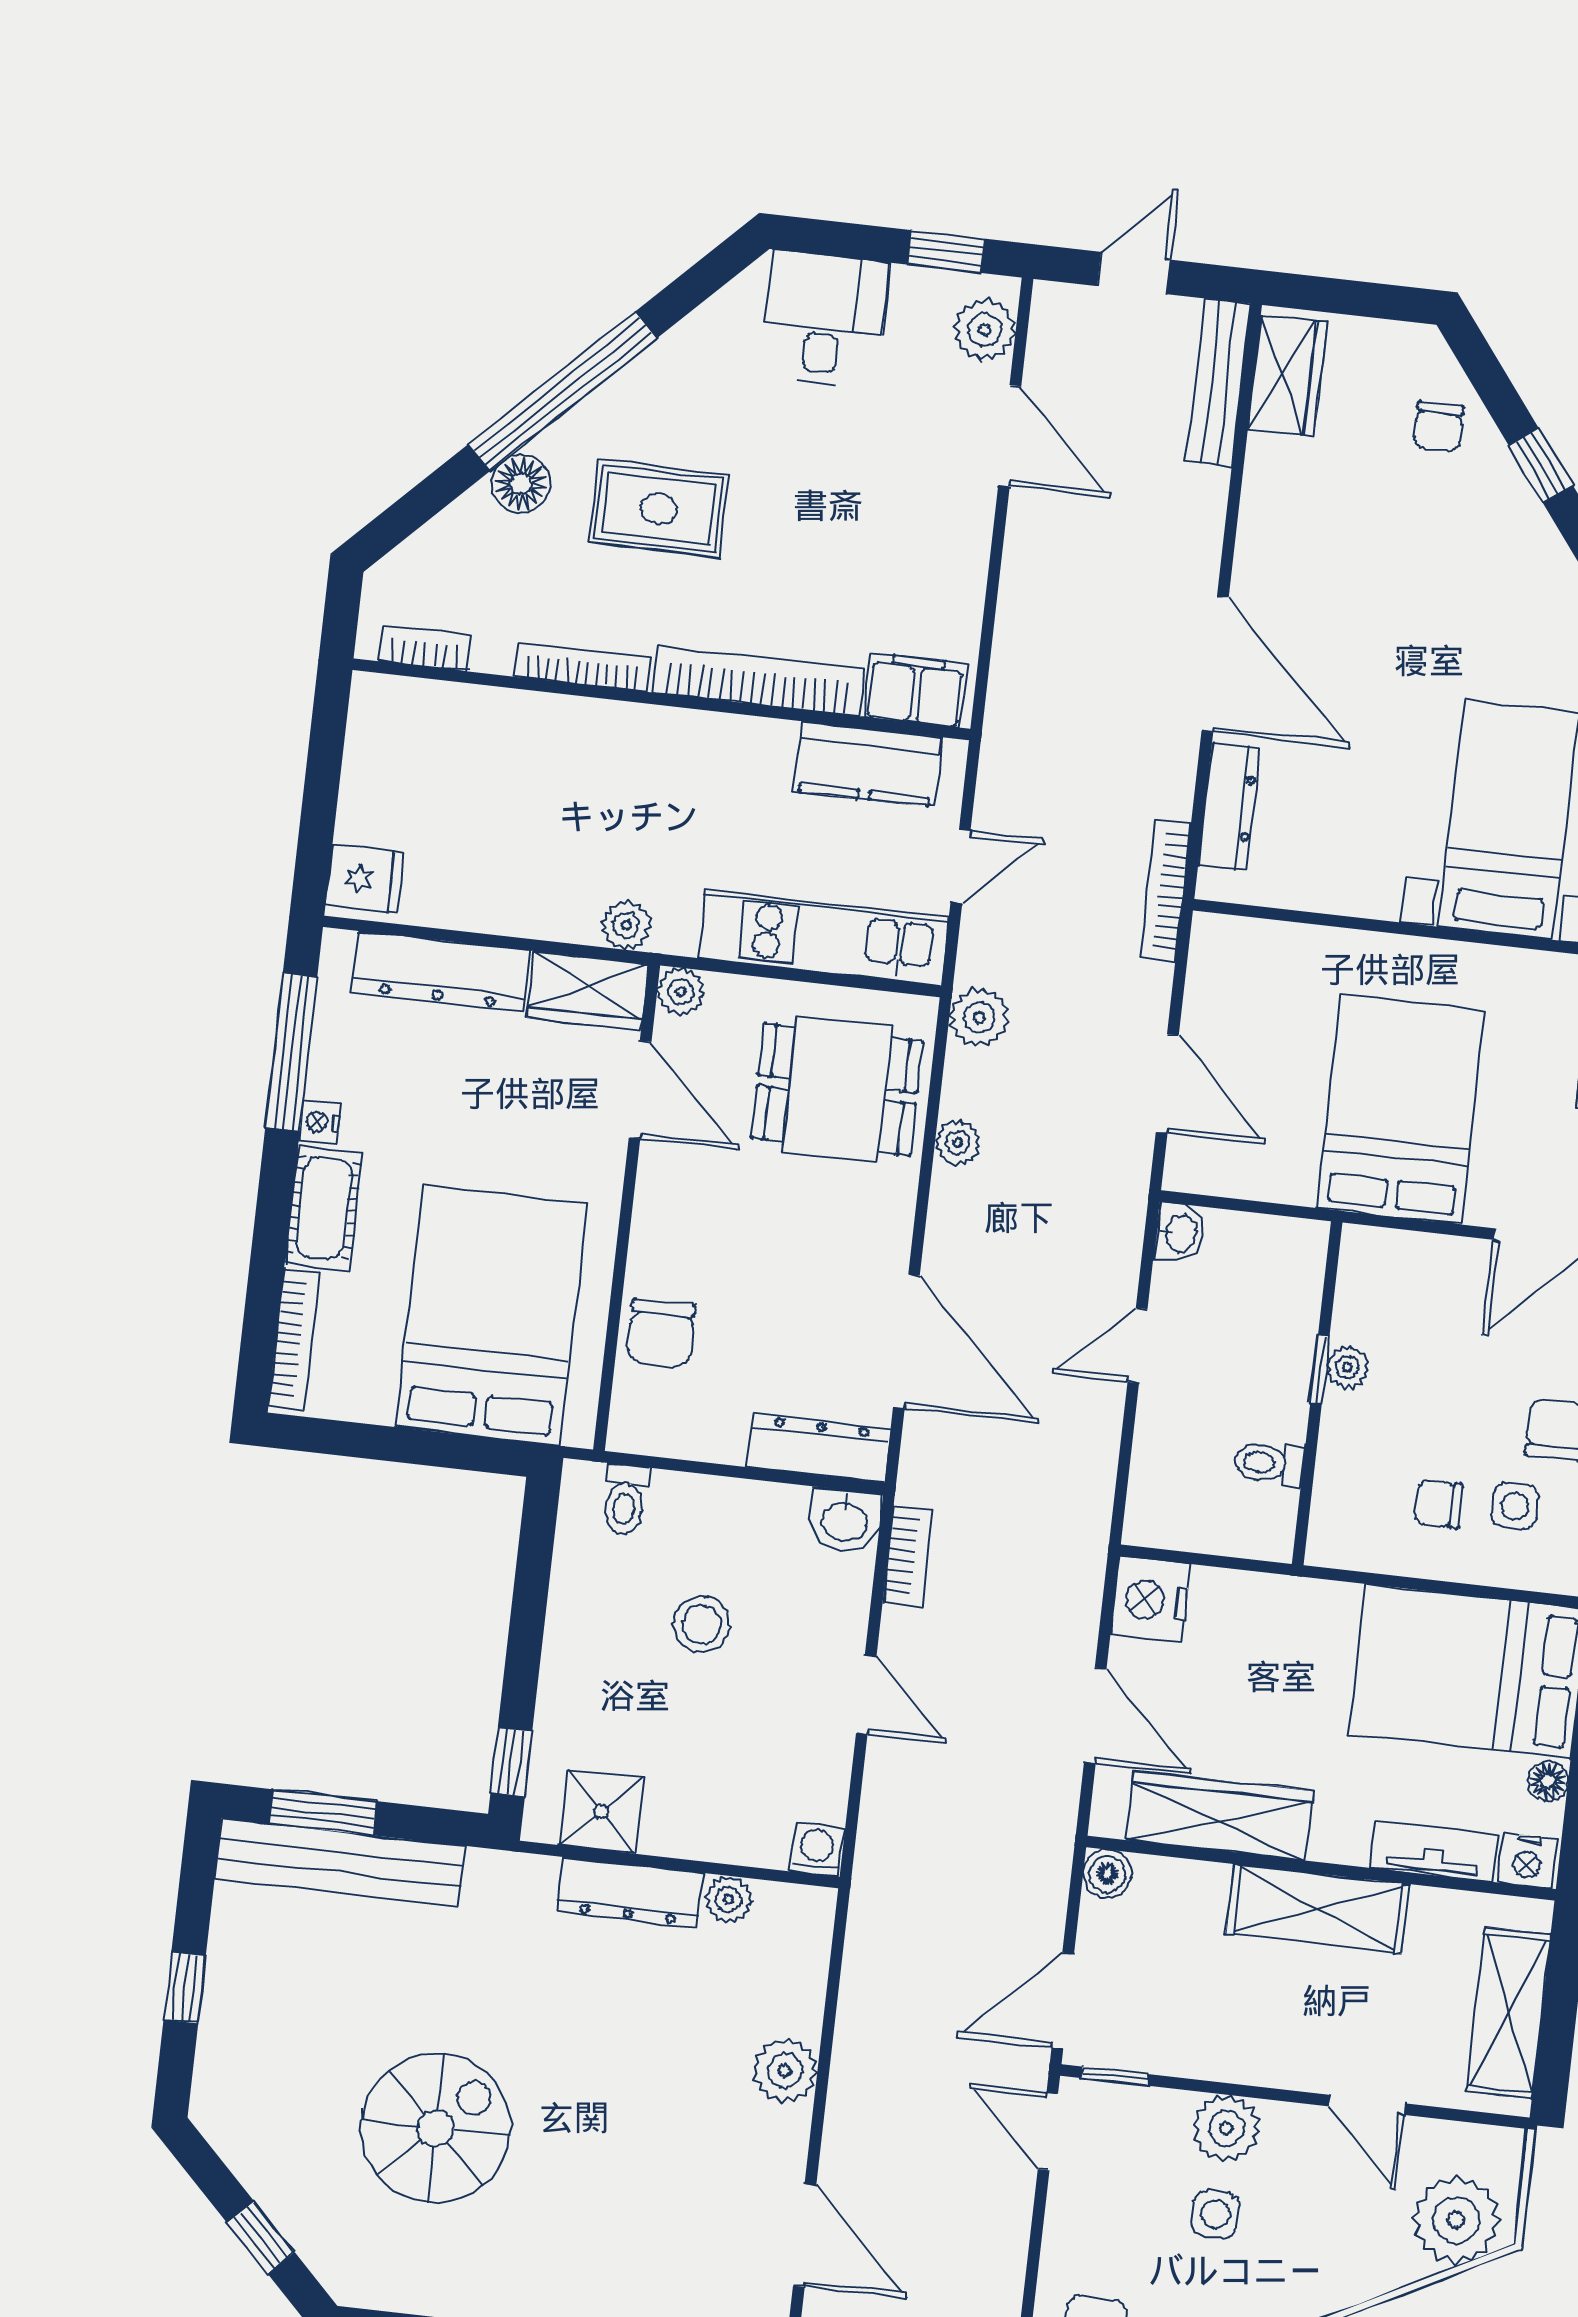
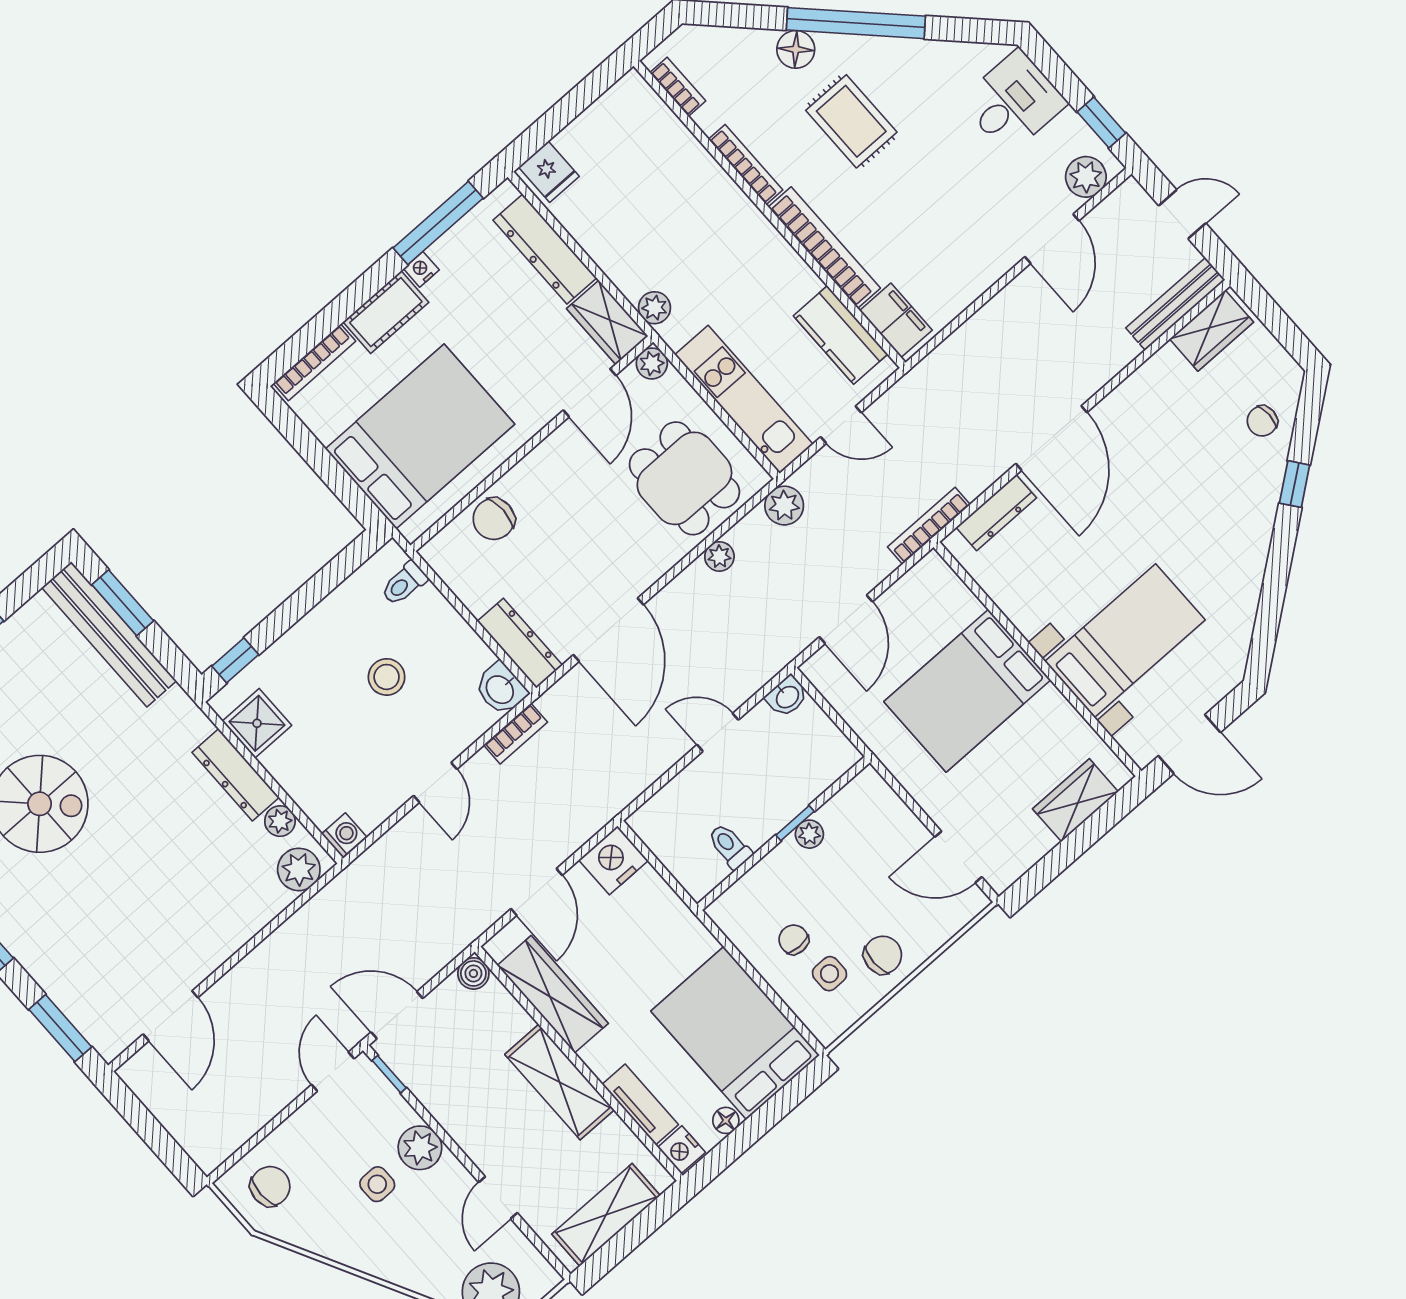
bed: (1401, 1109) -> (967, 691), moved, turned 180
plant: (785, 2071) -> (299, 869), moved

